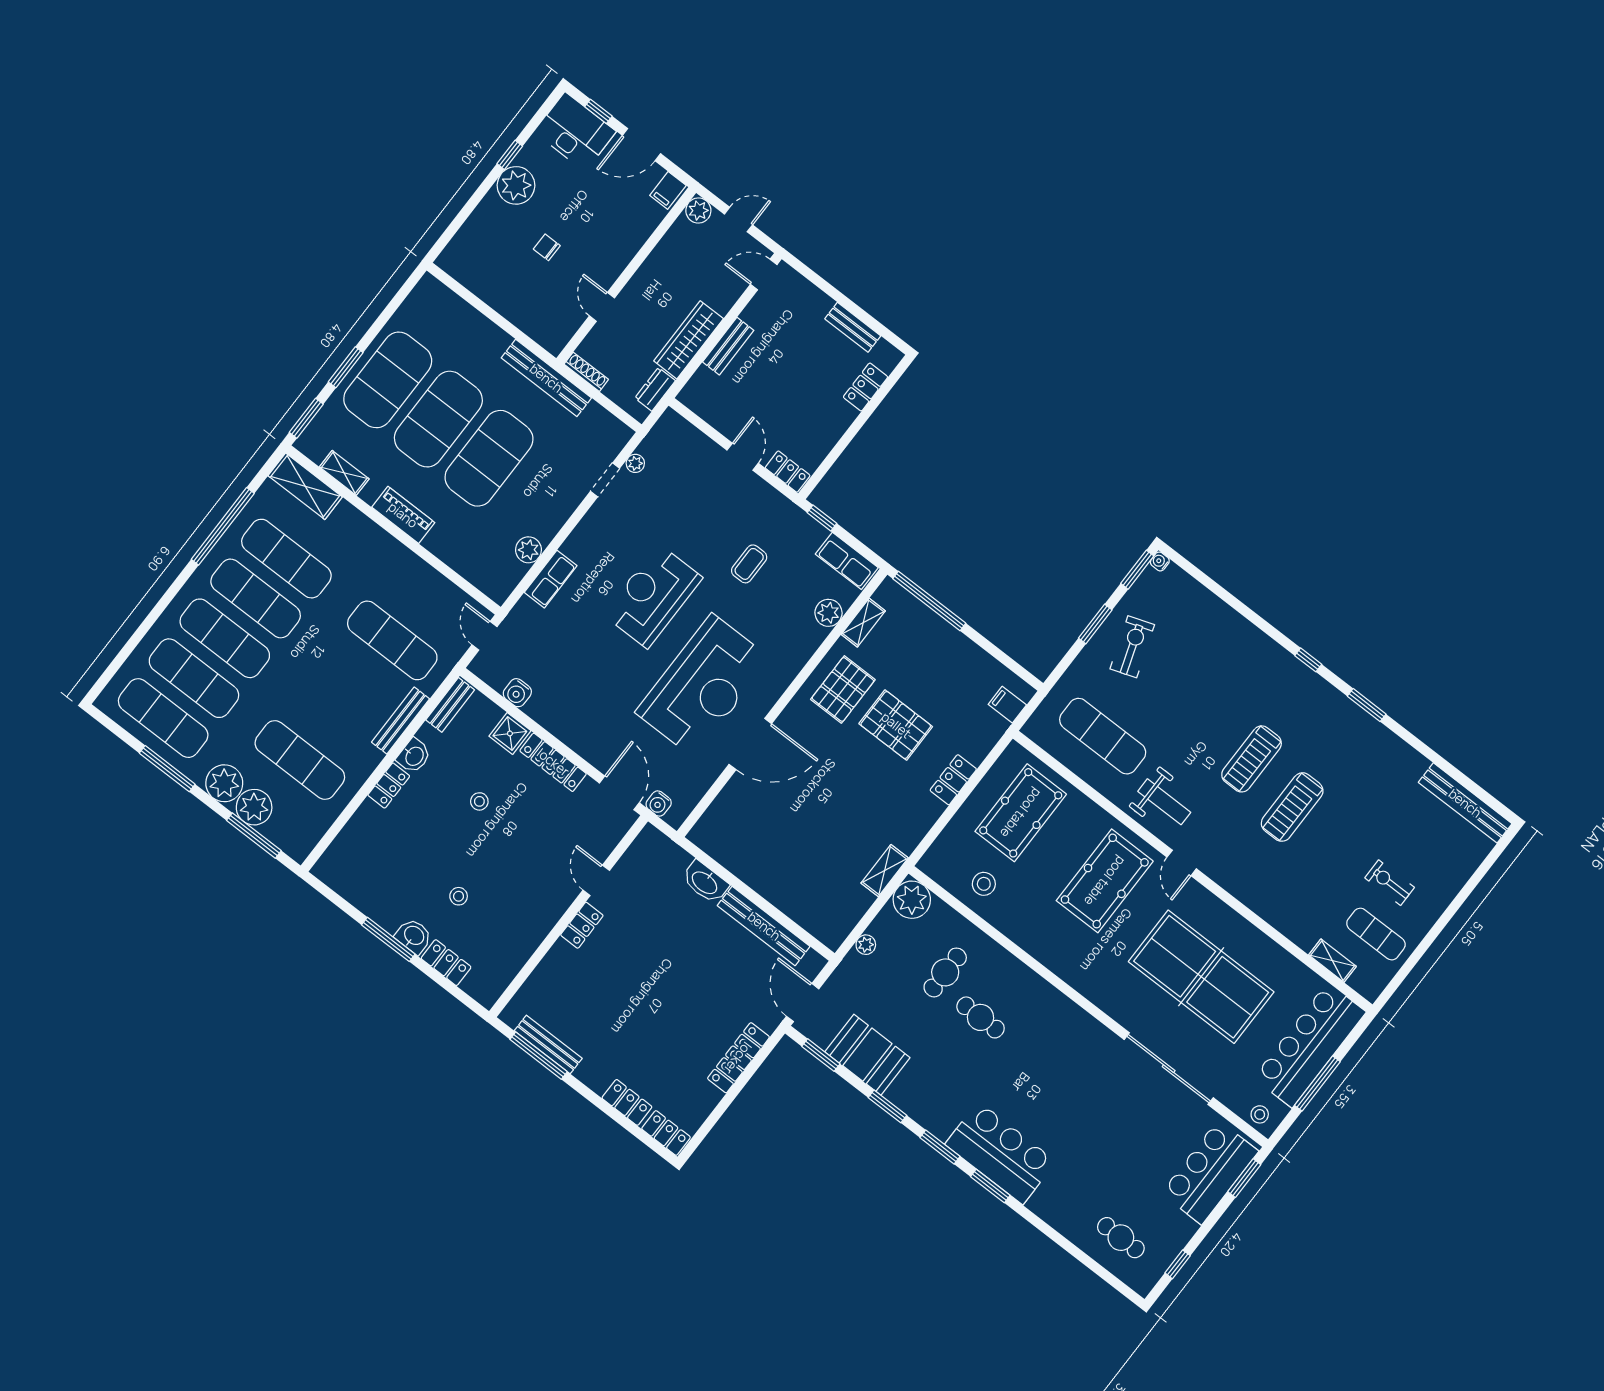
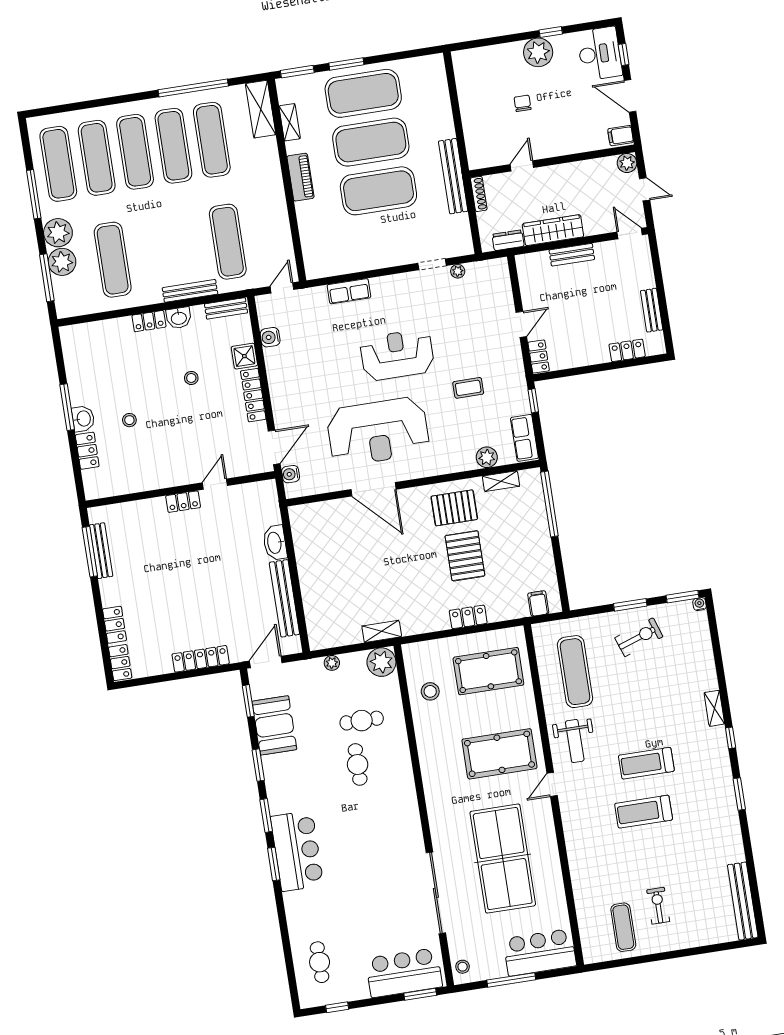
plant: (529, 550) -> (352, 263), removed
shelving: (1332, 961) -> (714, 708), moved
bar counter: (1310, 1045) -> (540, 952), width x0.73

